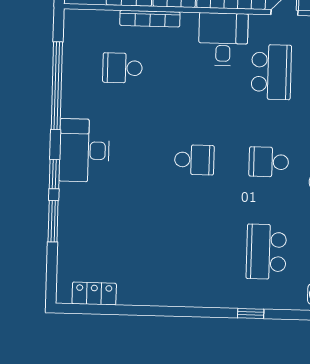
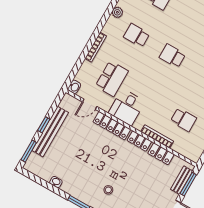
school desk: (271, 72) -> (112, 79), turned 180
school desk: (269, 162) -> (137, 35), turned 180

